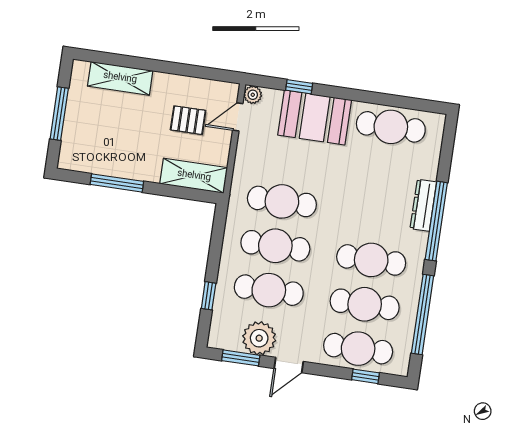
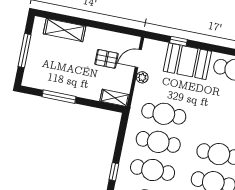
plant: (253, 95) -> (142, 77), moved
shelving: (194, 176) -> (115, 98), width x0.67, depth x0.75

